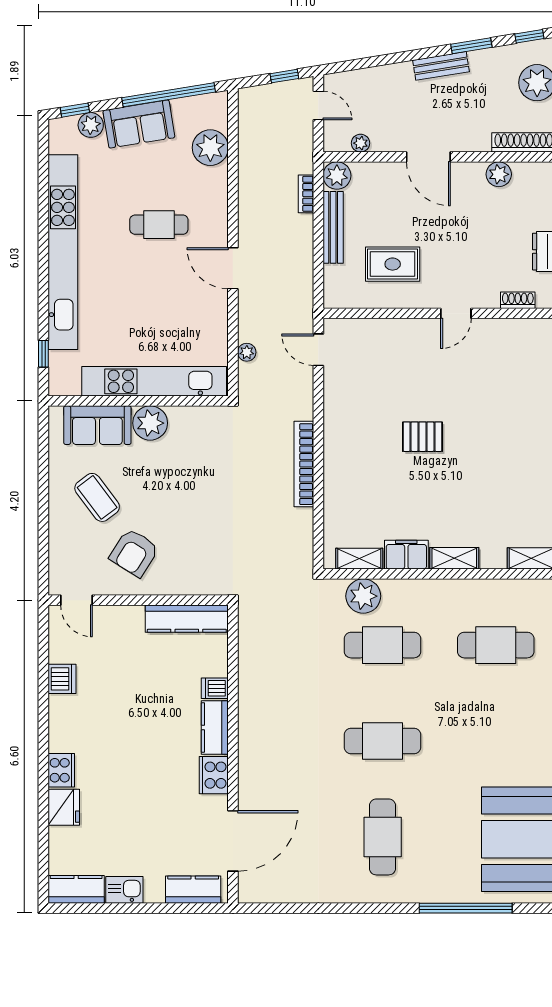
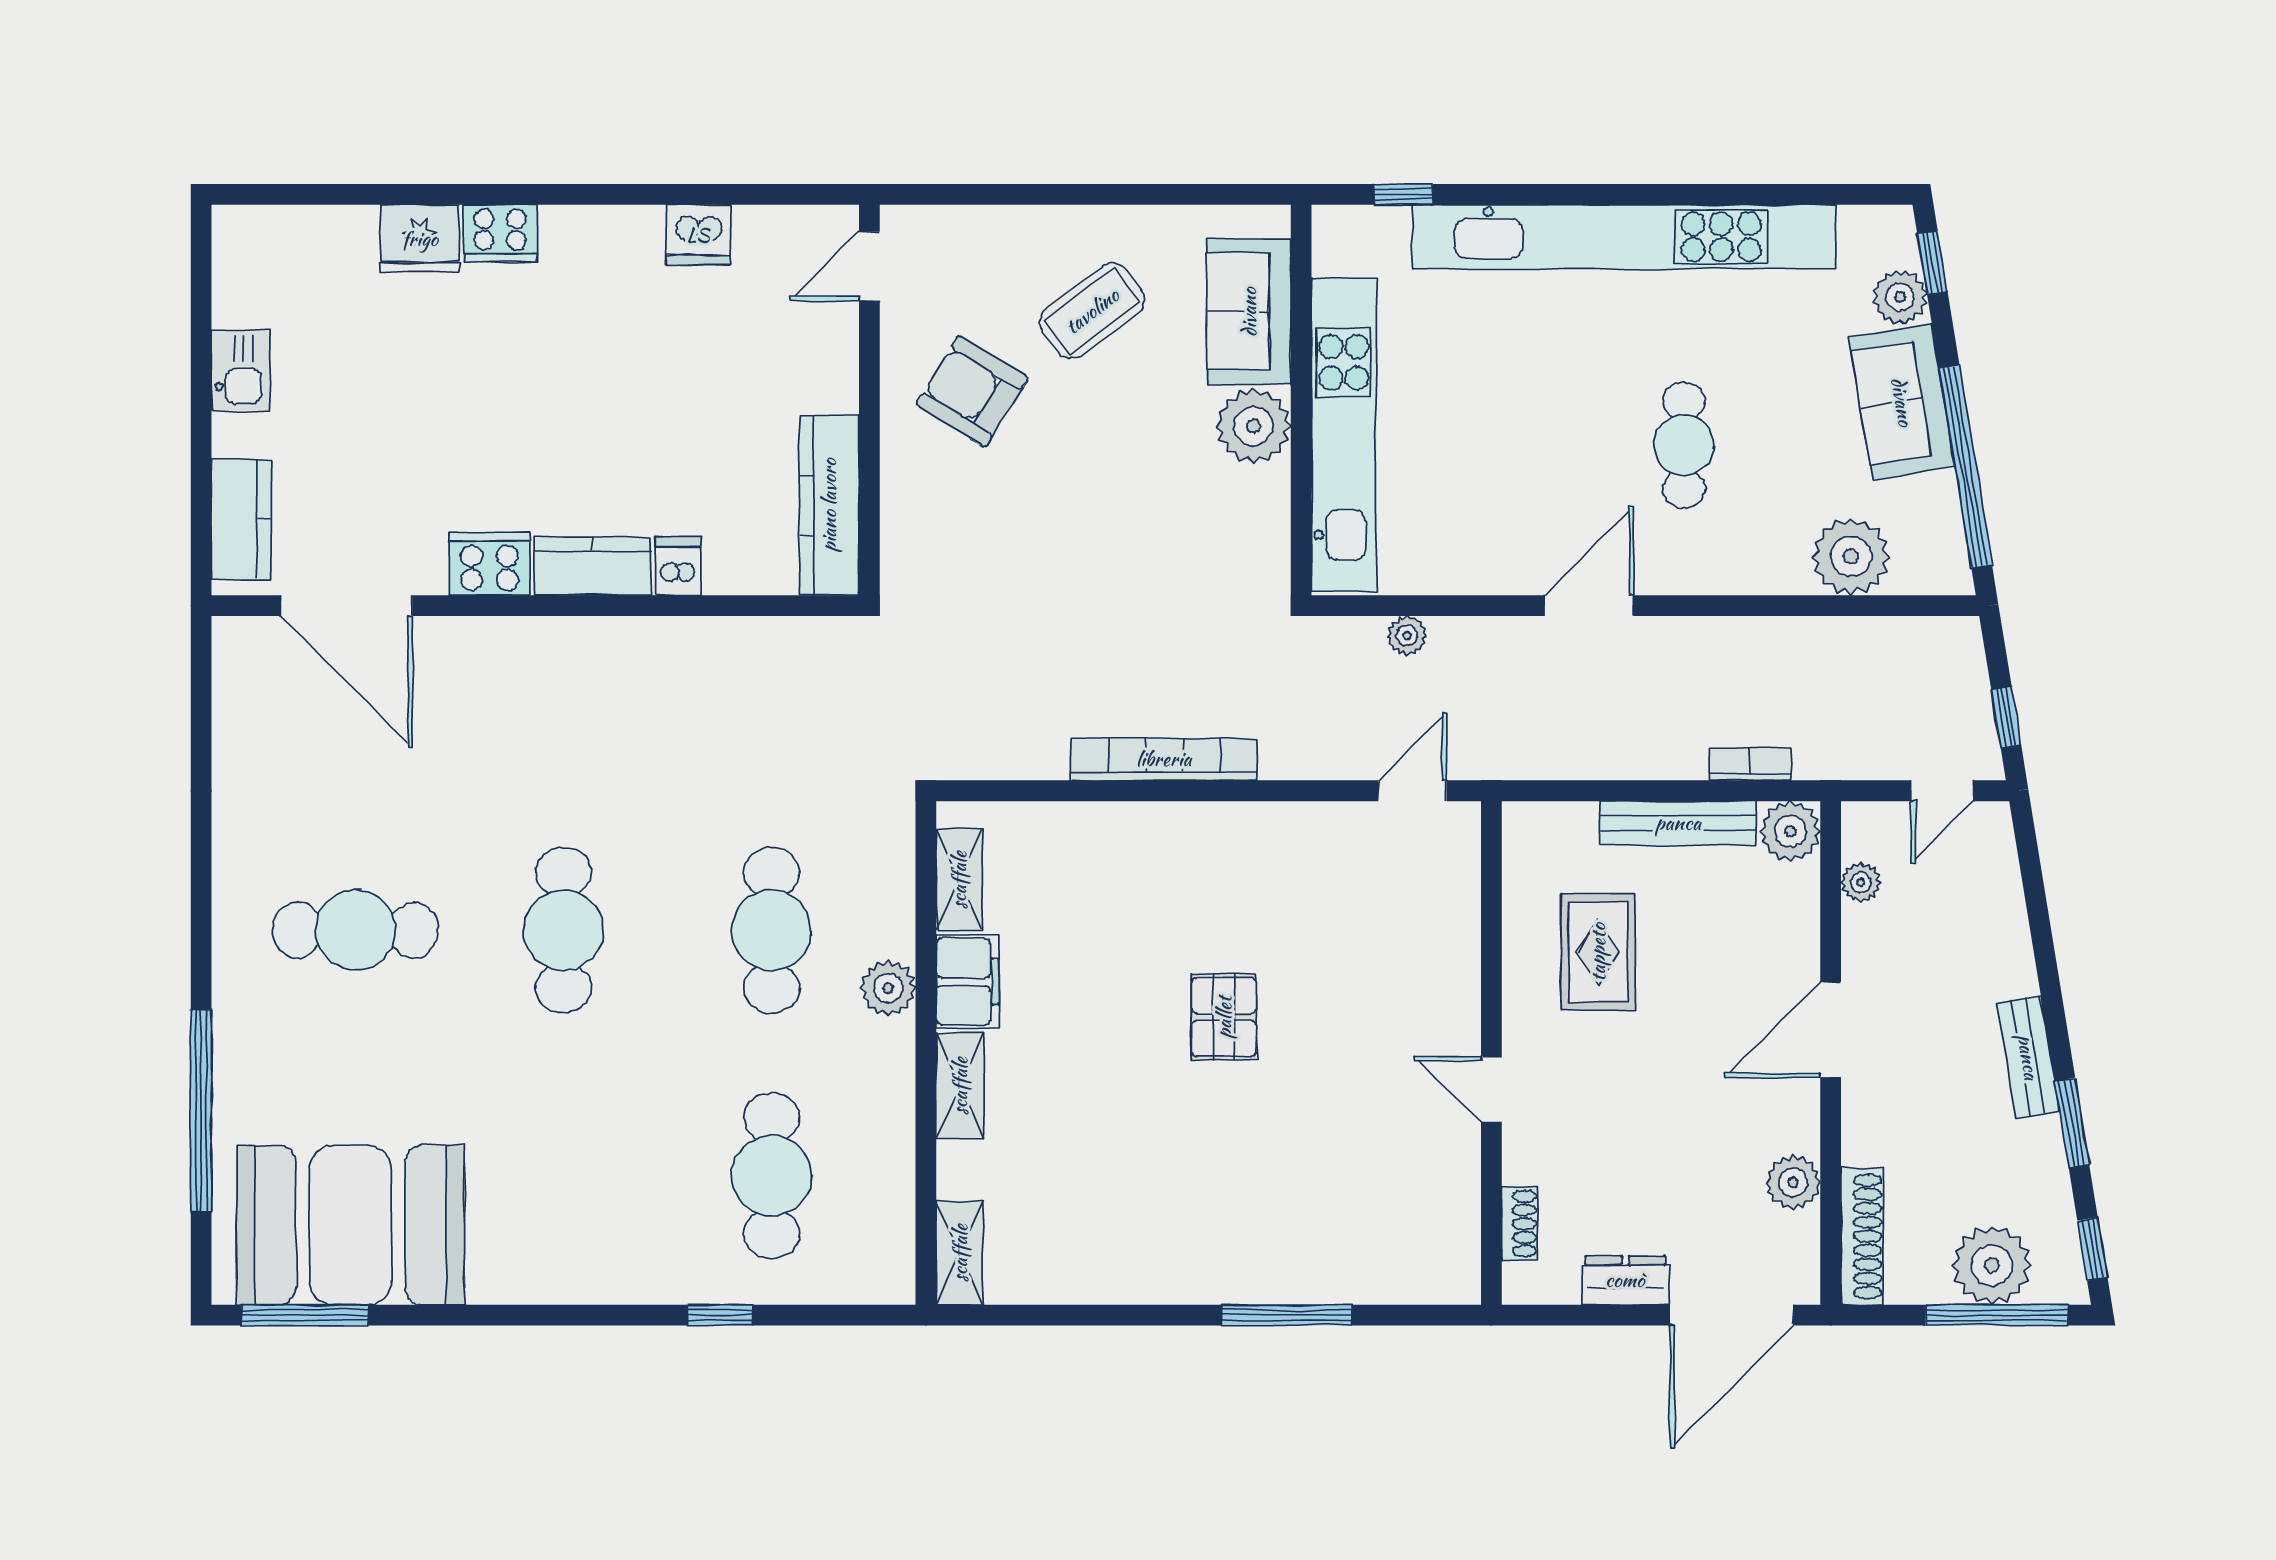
plant: (363, 596) -> (888, 988), moved, width x0.73, depth x0.73
kitchen counter: (76, 889) -> (242, 265), removed

